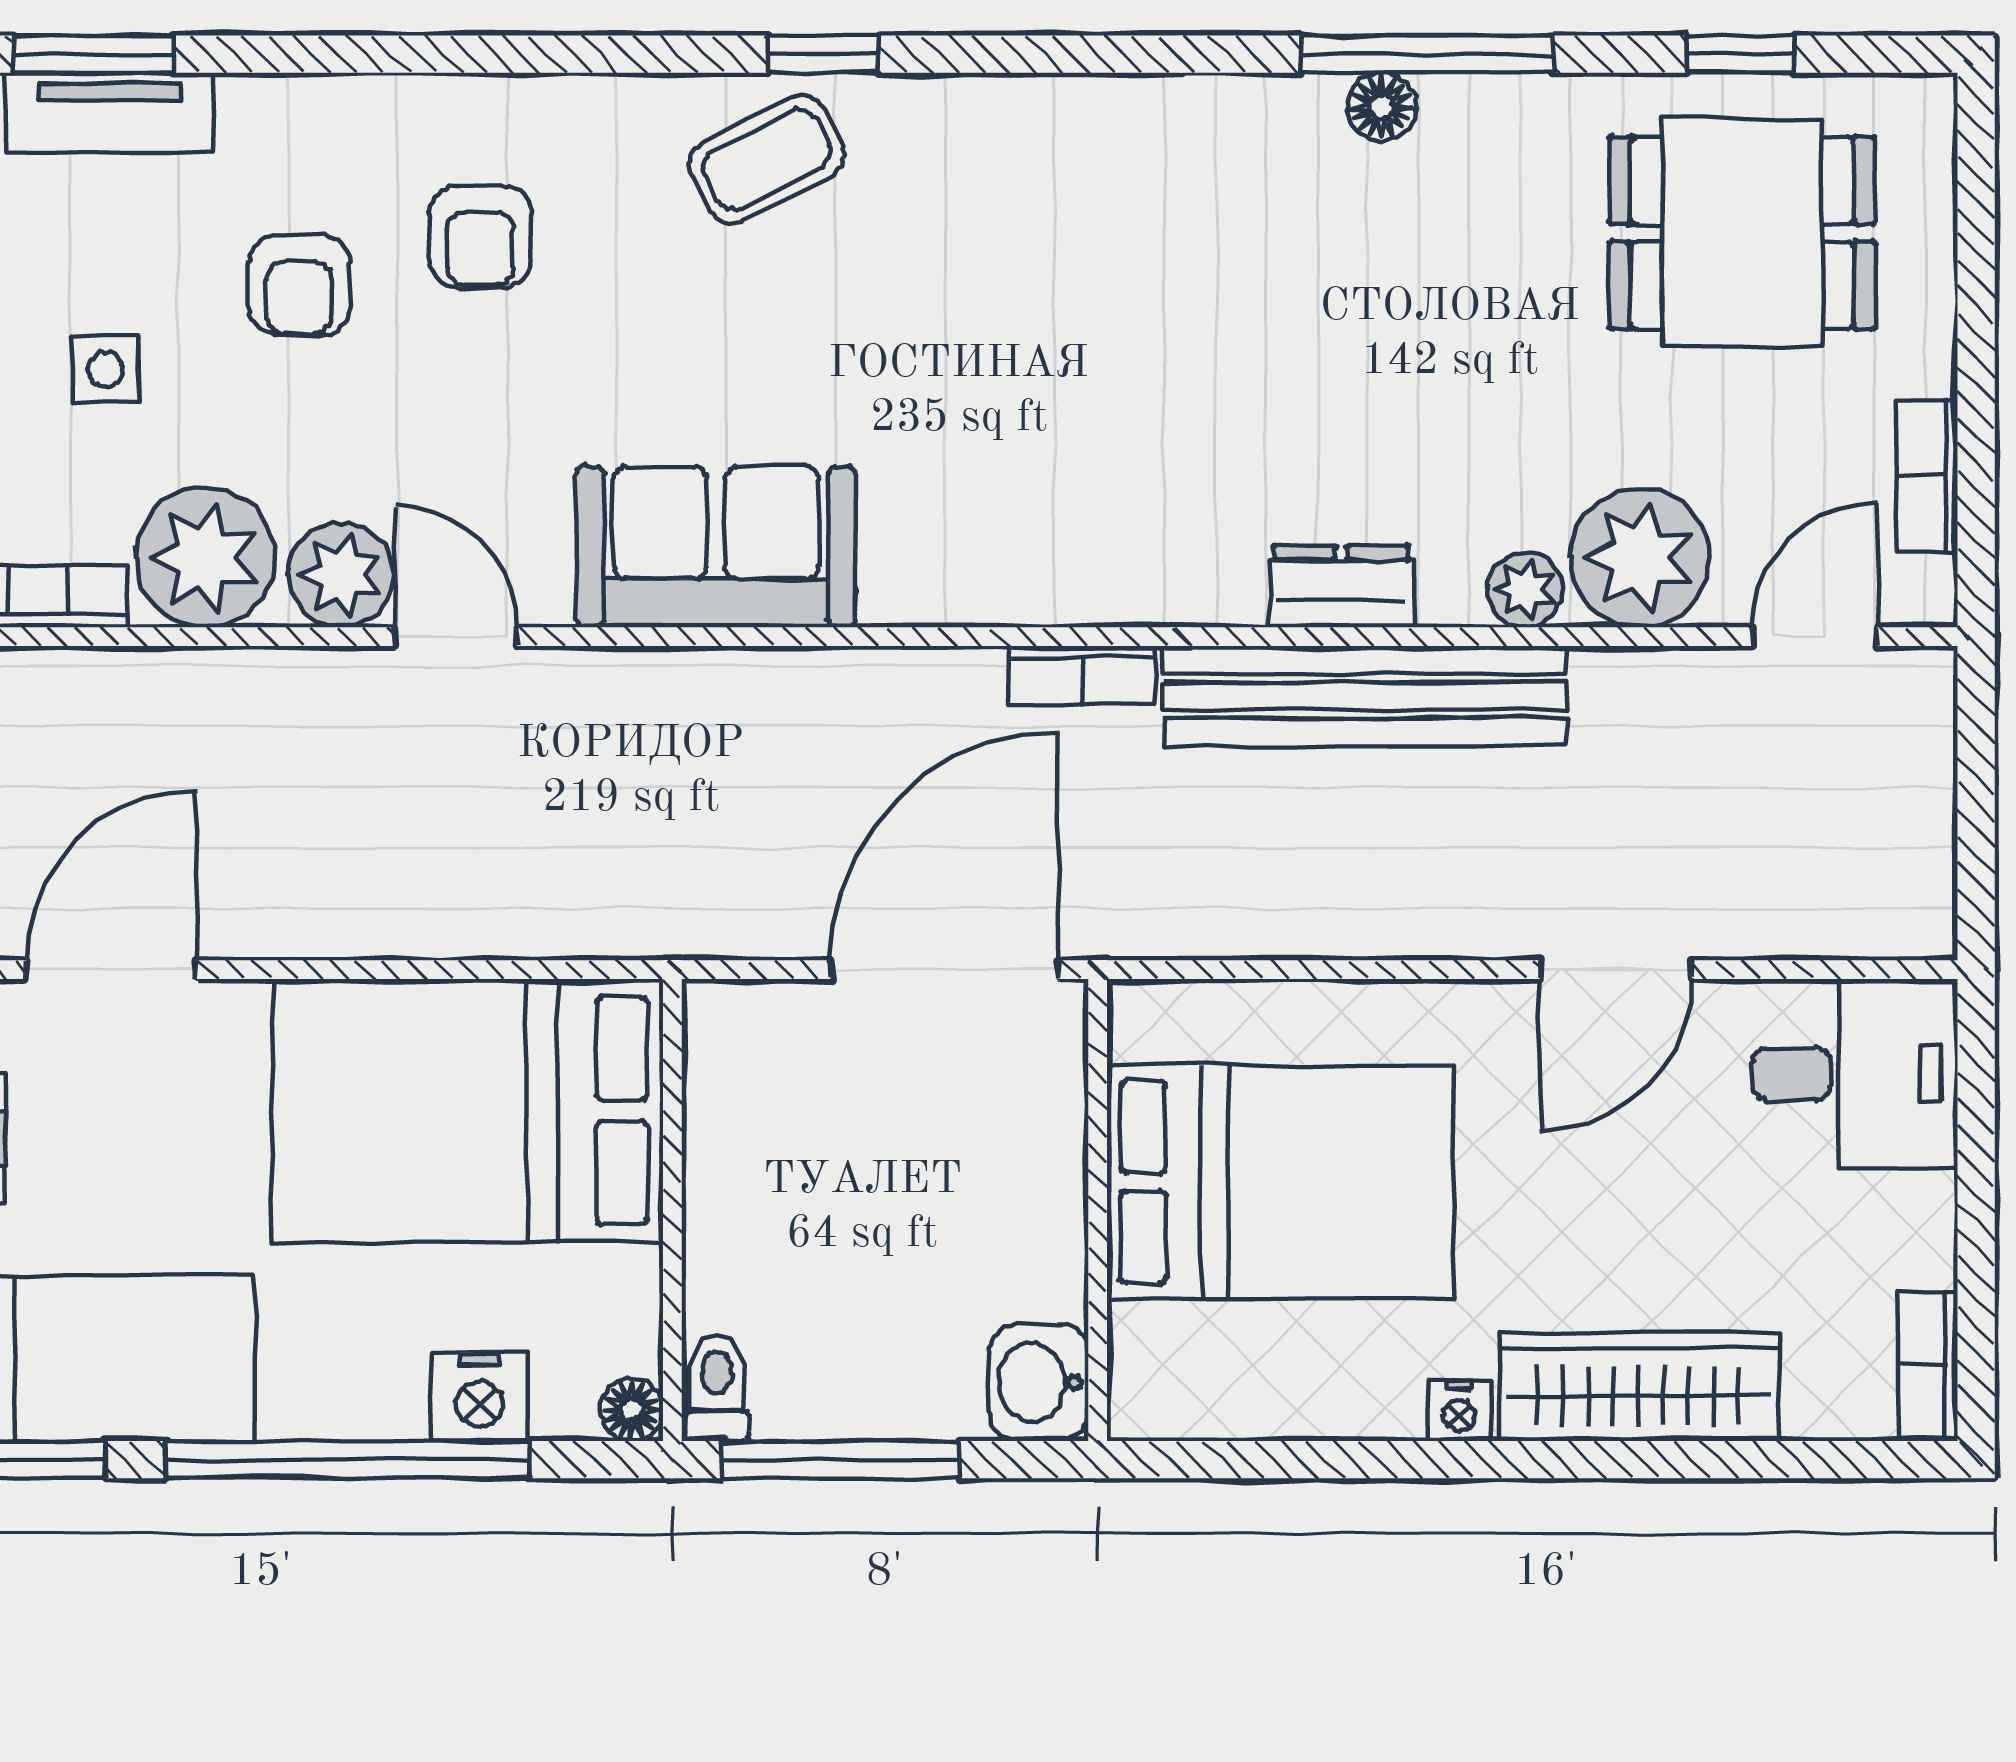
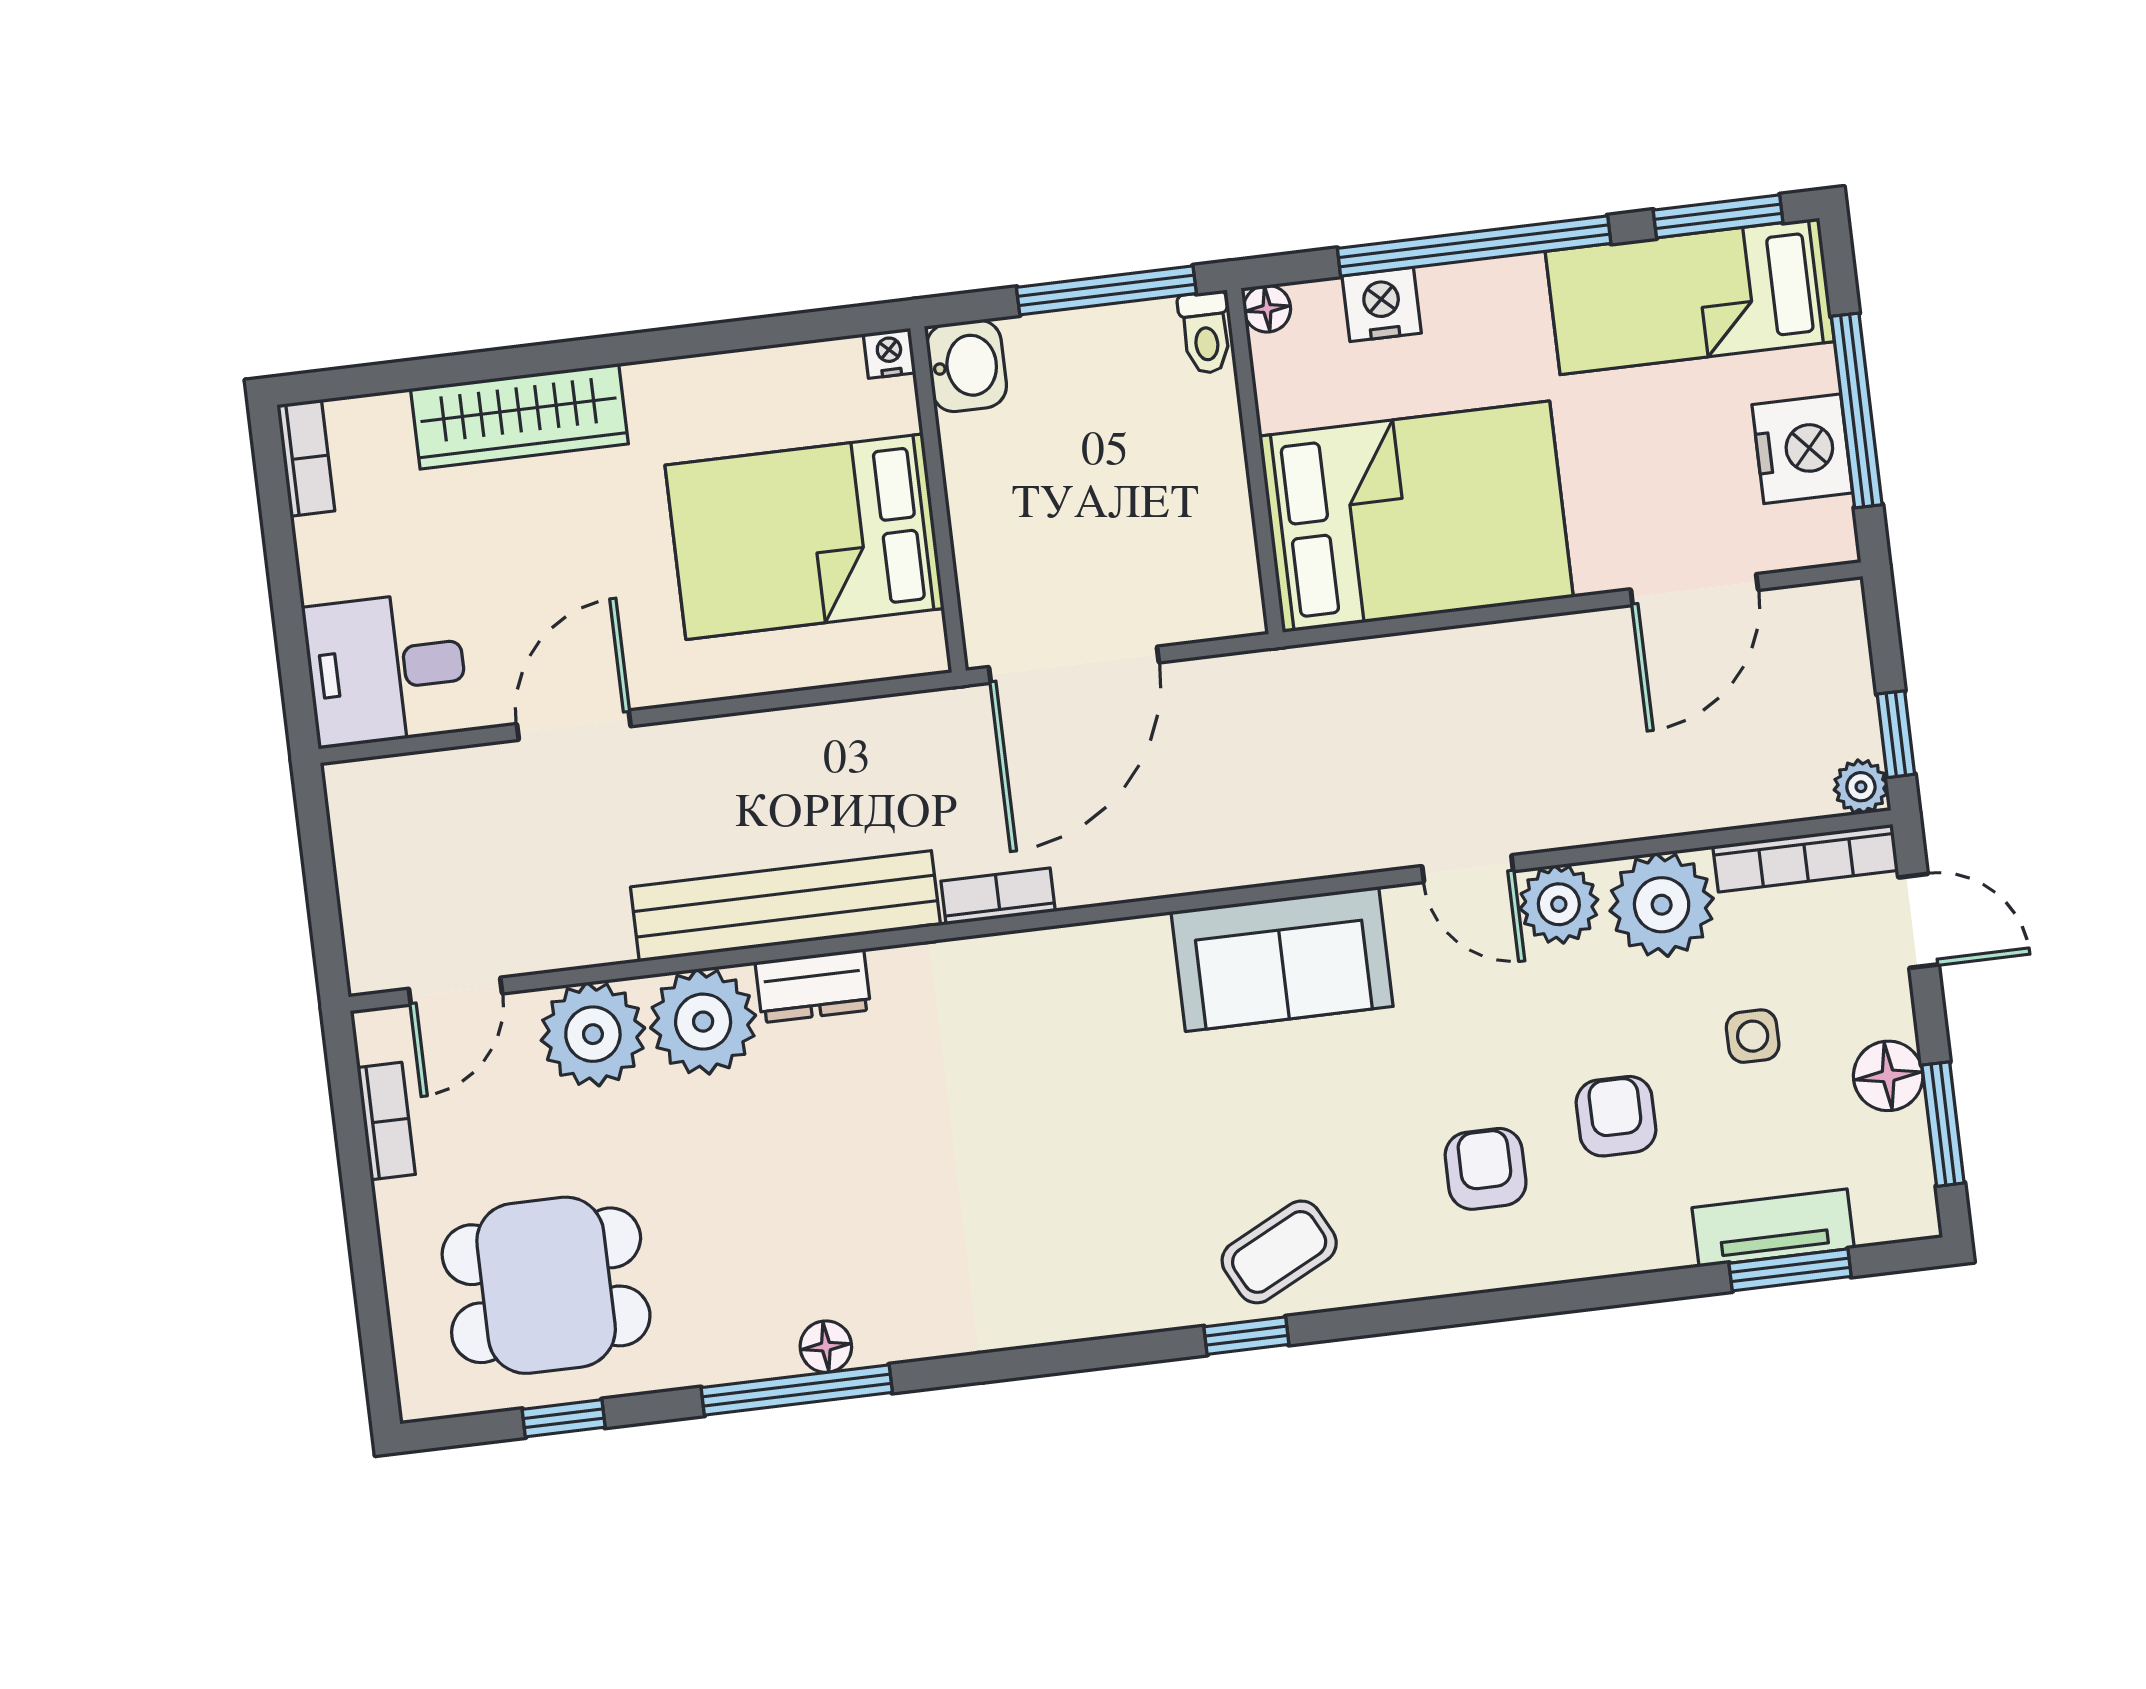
plant: (1525, 590) -> (703, 1022), width x1.87, depth x1.87
nightstand: (1459, 1411) -> (889, 353), moved

